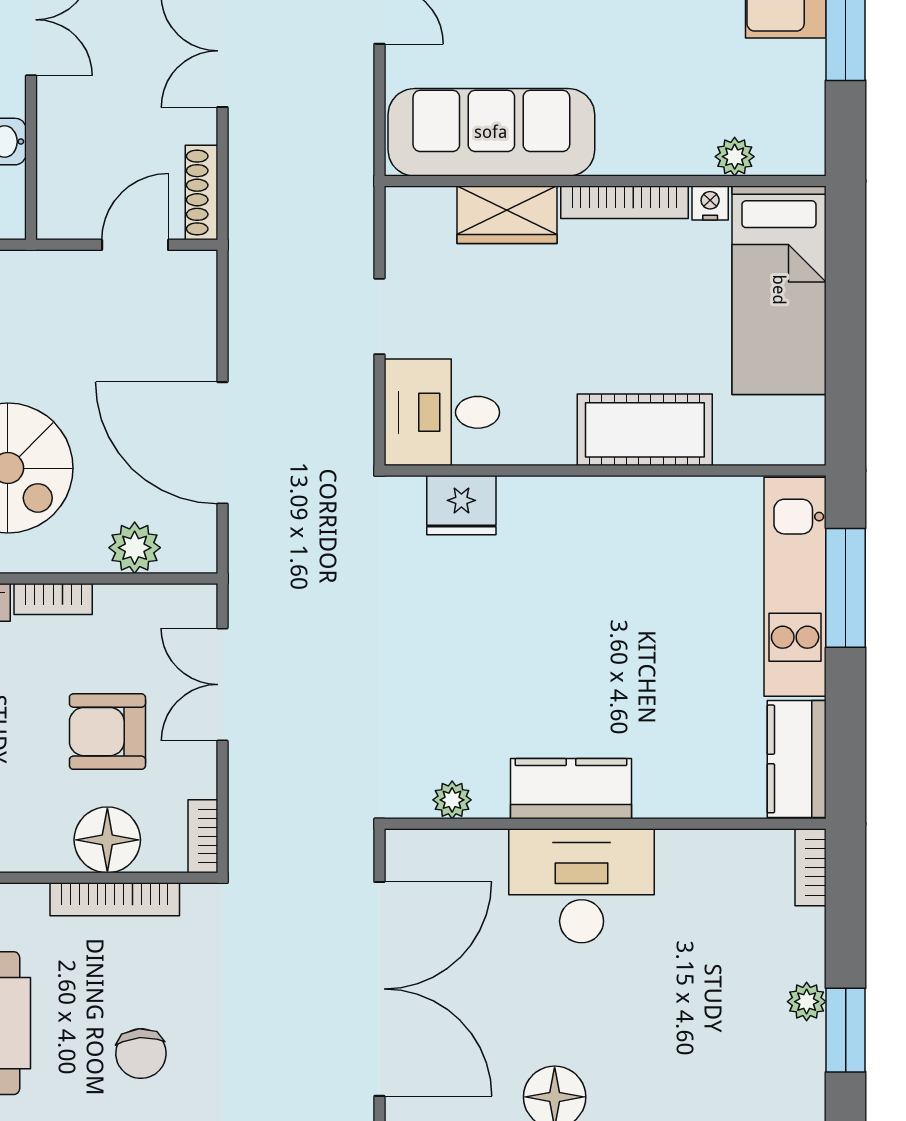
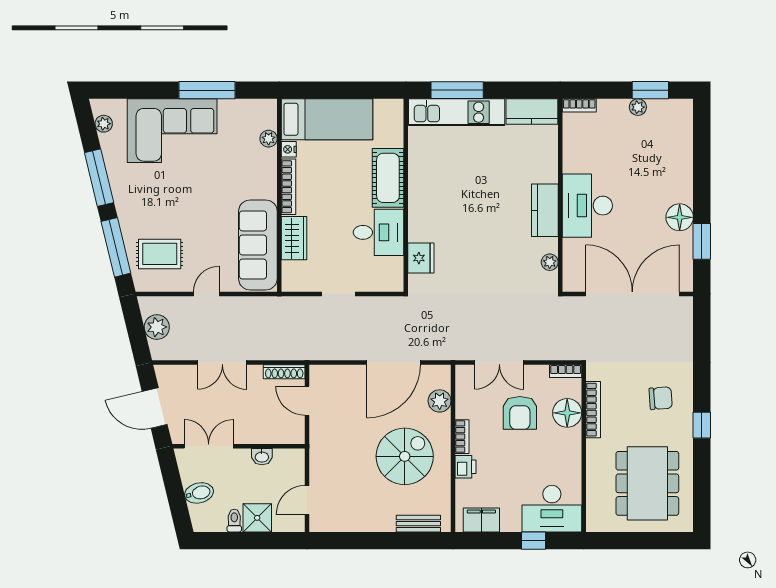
desk: (442, 412) -> (378, 232), moved, turned -90

